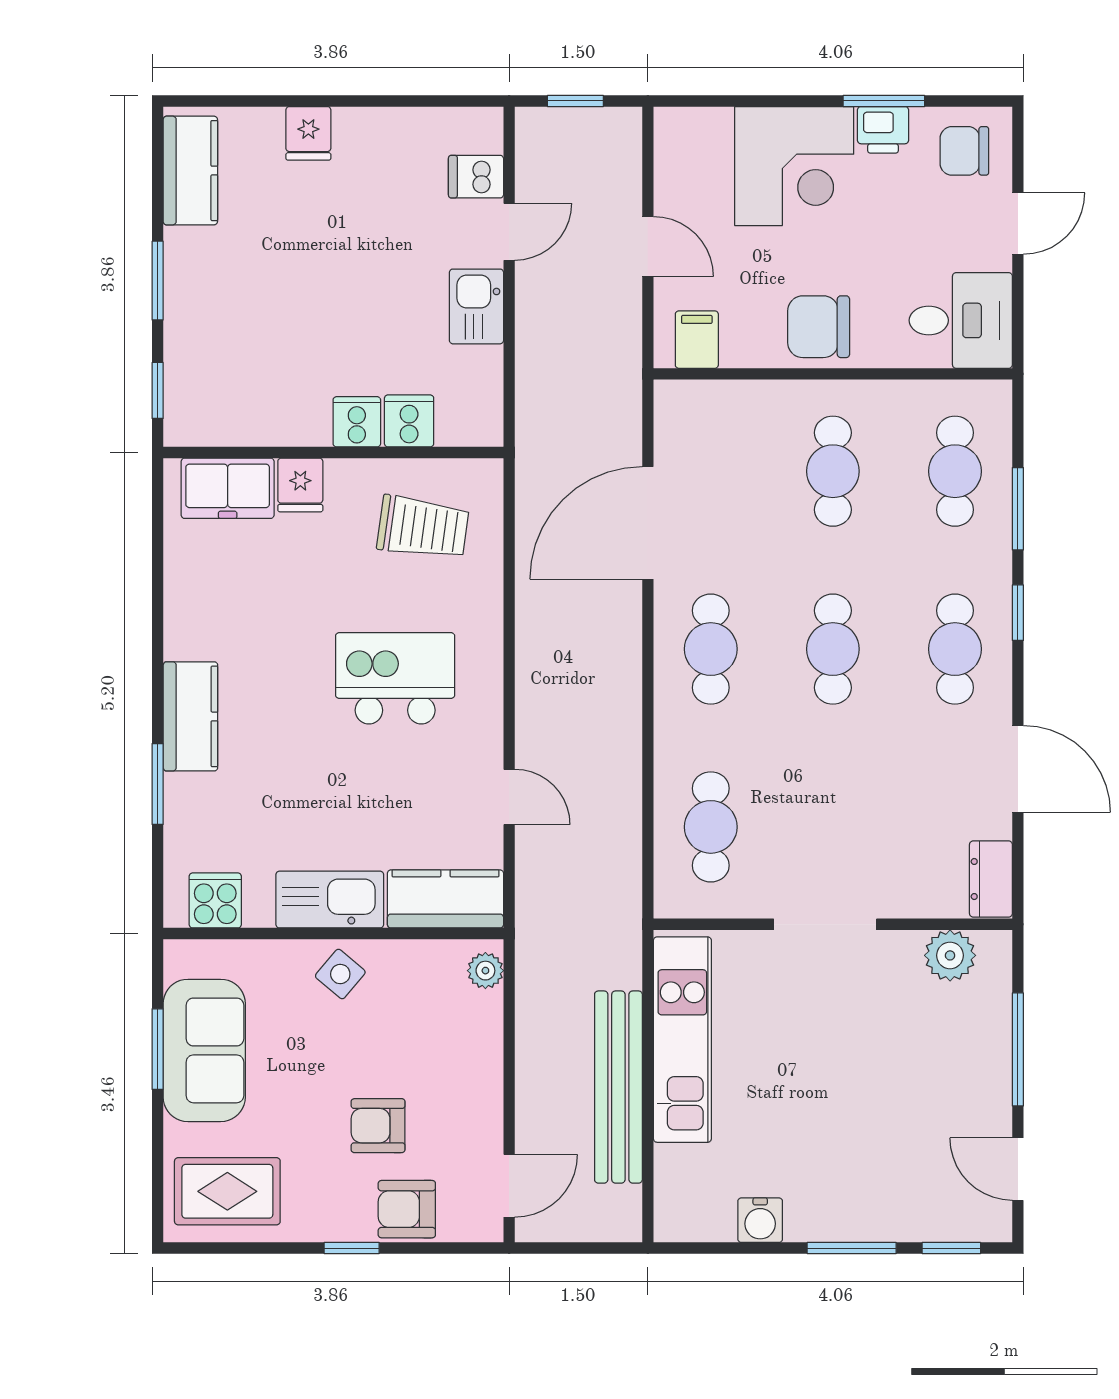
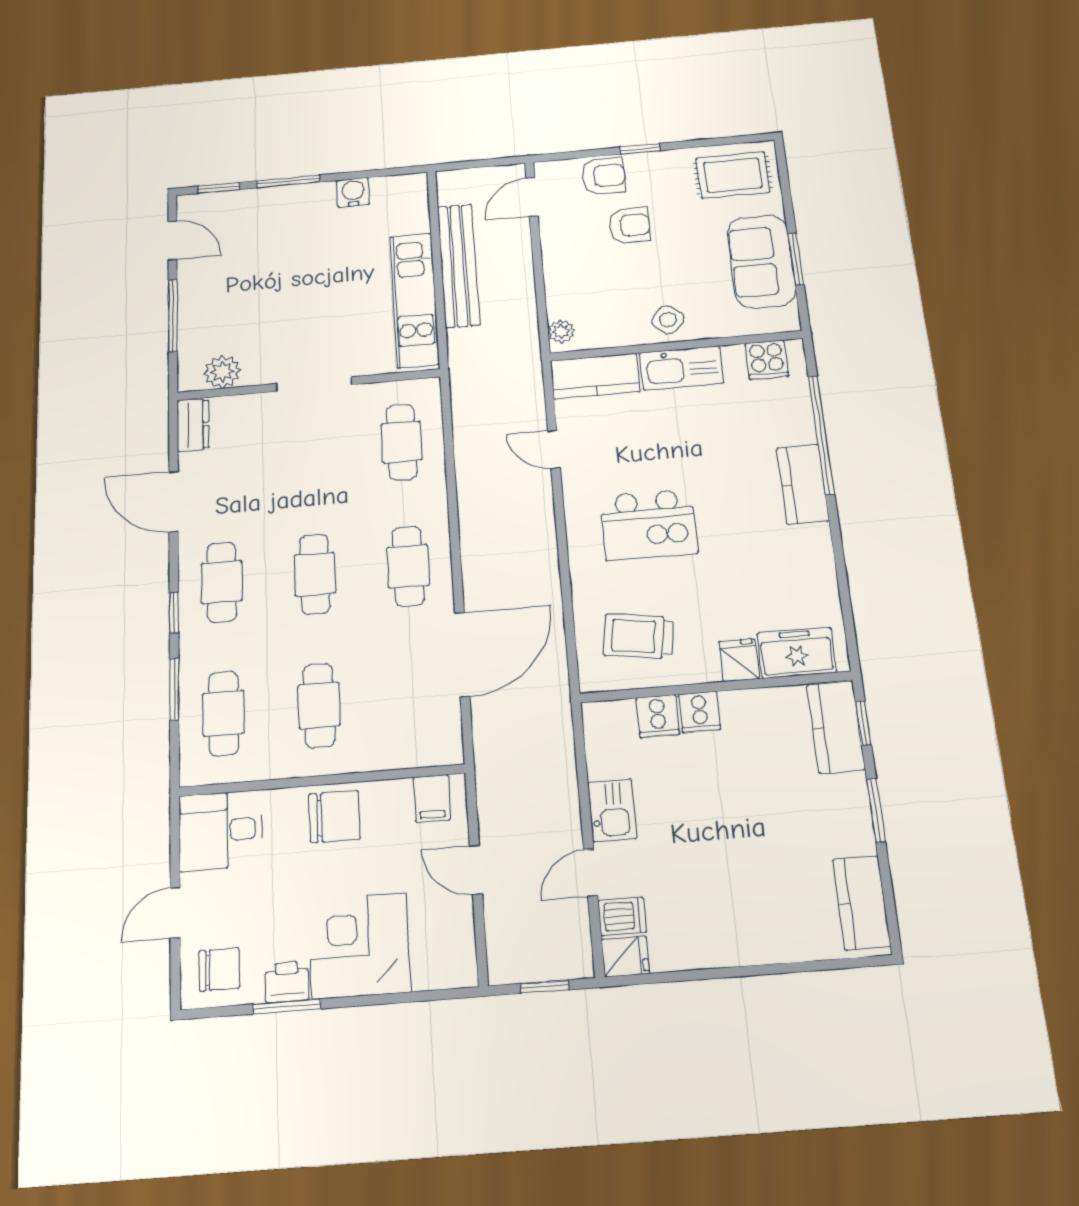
fridge: (308, 133) -> (625, 956), moved, turned 90
kitchen counter: (192, 388) -> (836, 727), added
window: (158, 784) -> (821, 435), width x2.11

